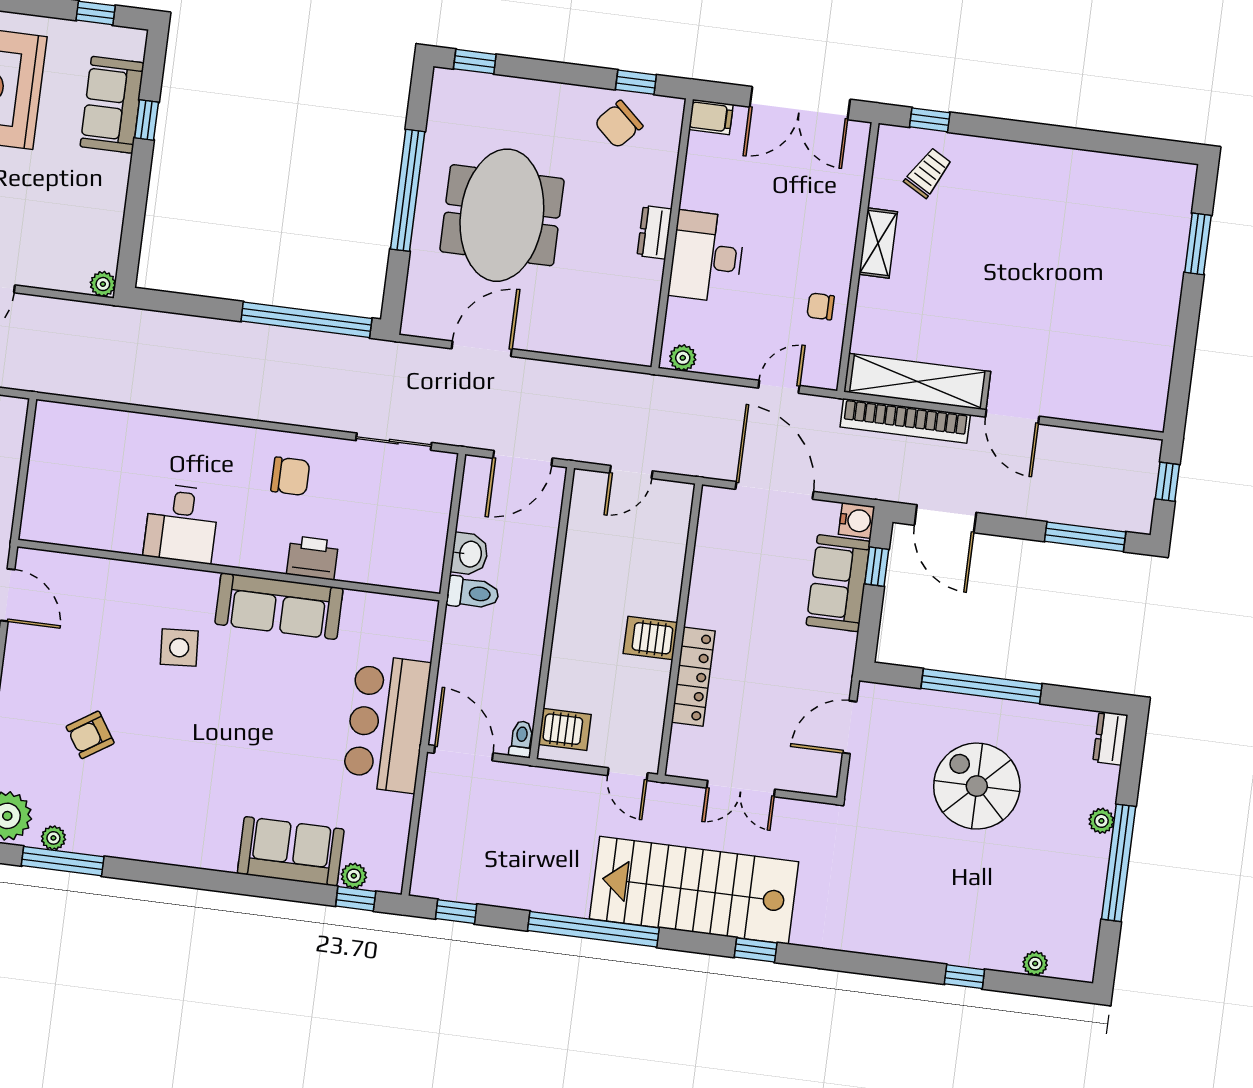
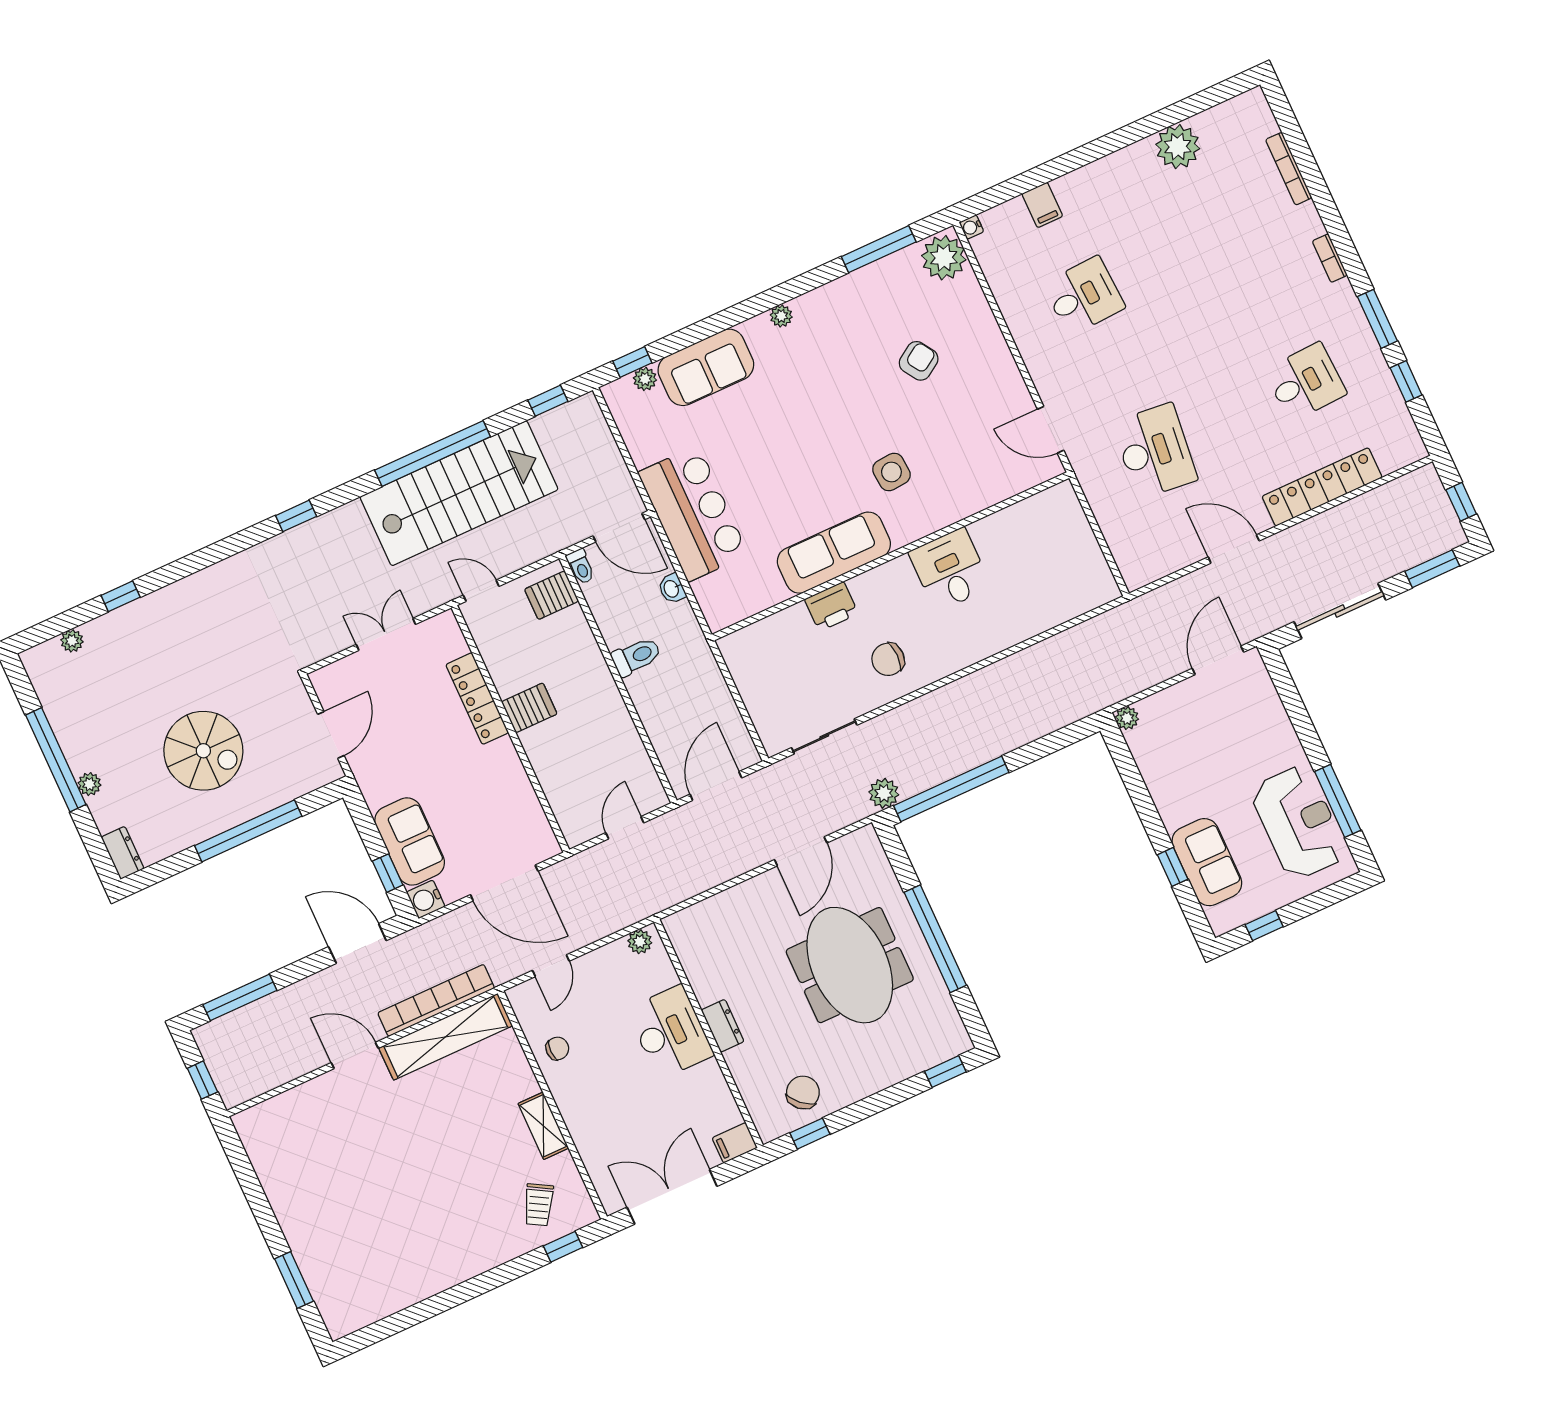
plant: (371, 355) -> (884, 793), added
washbasin: (469, 554) -> (672, 589), moved, width x0.72, depth x0.69
toilet: (473, 593) -> (636, 656), moved, turned 180
plant: (53, 838) -> (781, 316), moved
stairs: (694, 890) -> (459, 493), moved

